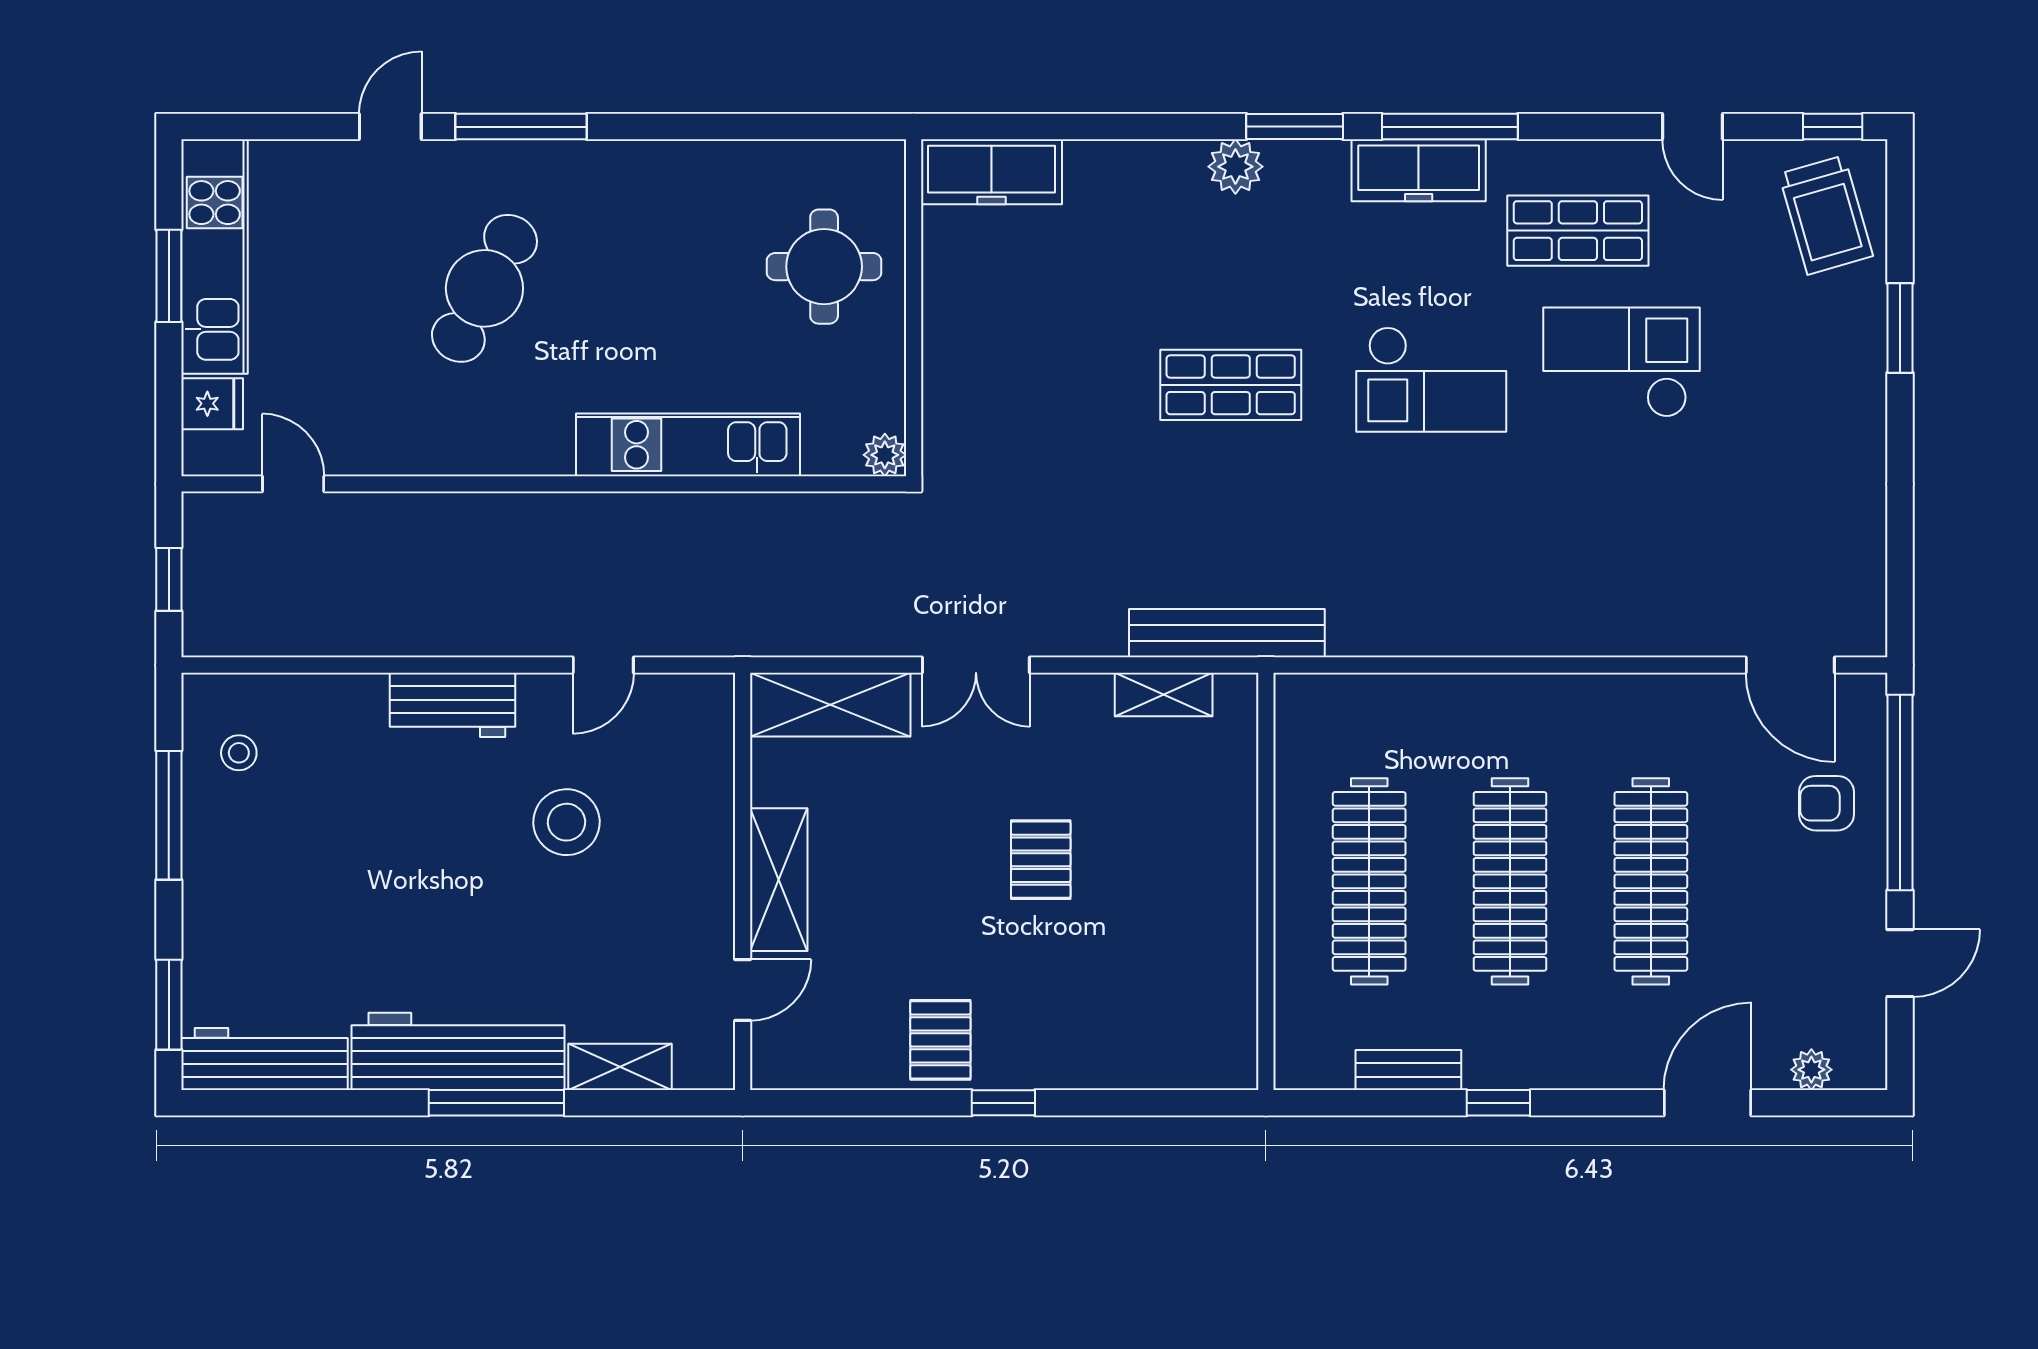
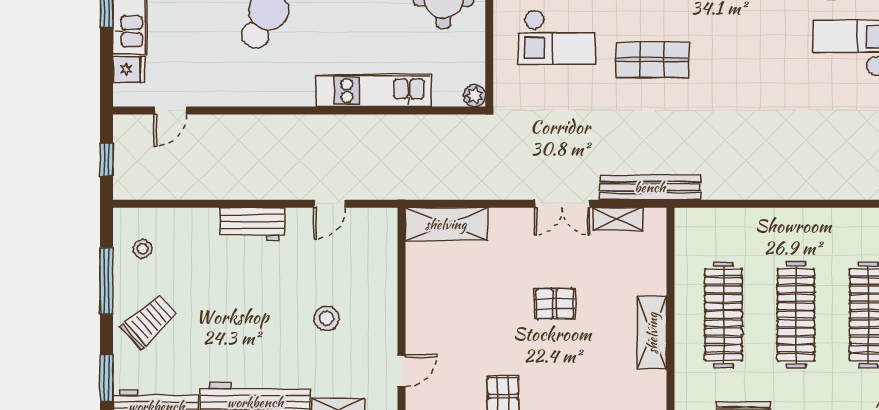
checkout: (1431, 379) -> (557, 37), moved
door: (293, 484) -> (170, 111), swing flipped
double door: (976, 665) -> (562, 204), moved
stool: (567, 822) -> (327, 318), moved, width x0.73, depth x0.73
pallet: (1041, 860) -> (555, 304), turned 90
shelving: (779, 880) -> (652, 333), moved
trolley: (251, 894) -> (149, 322), added

